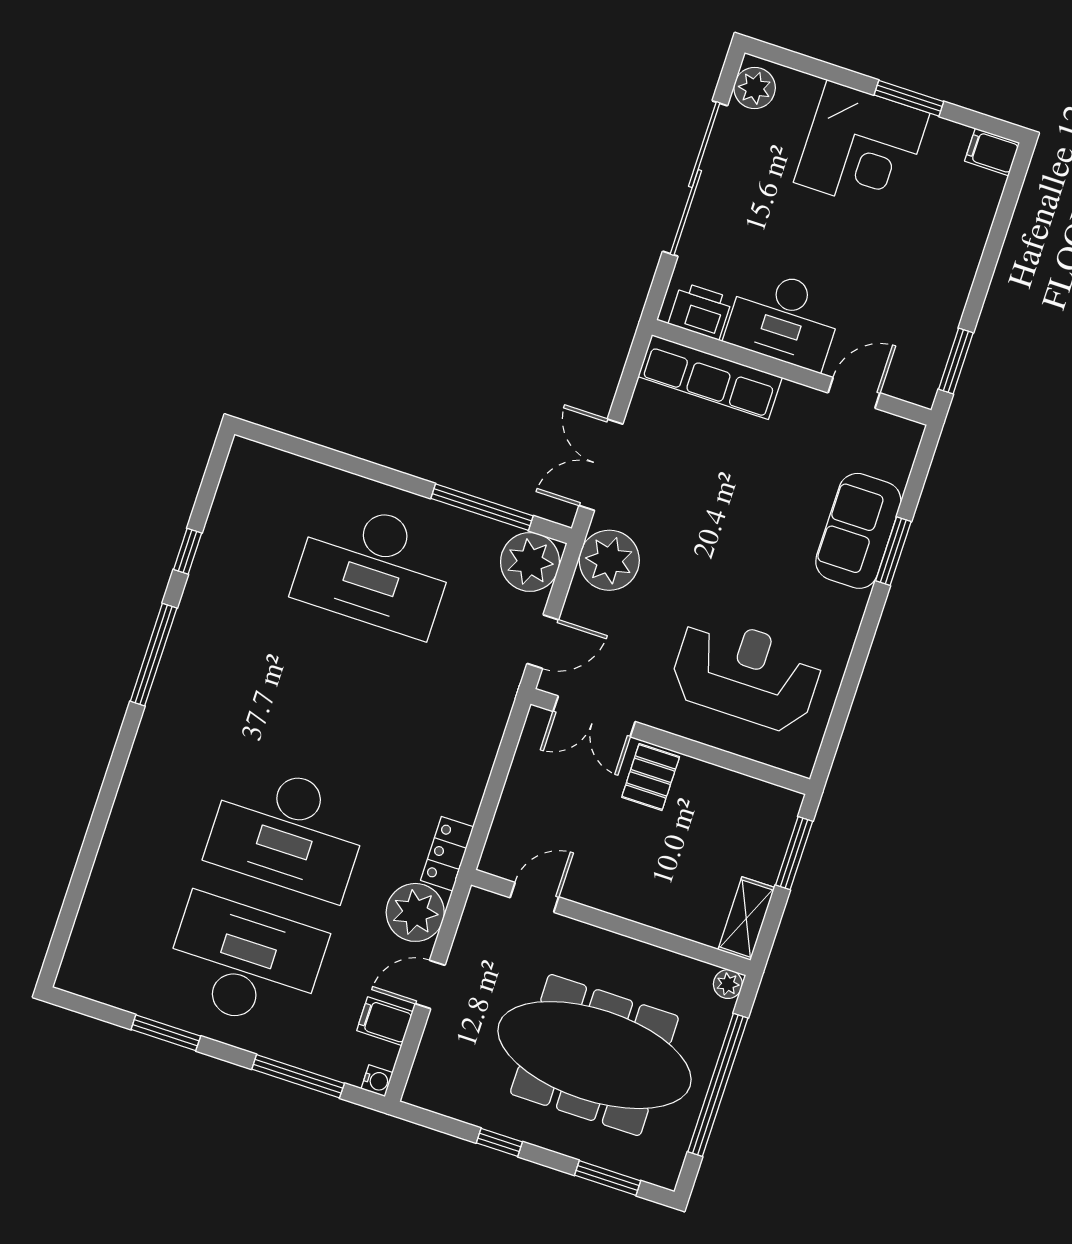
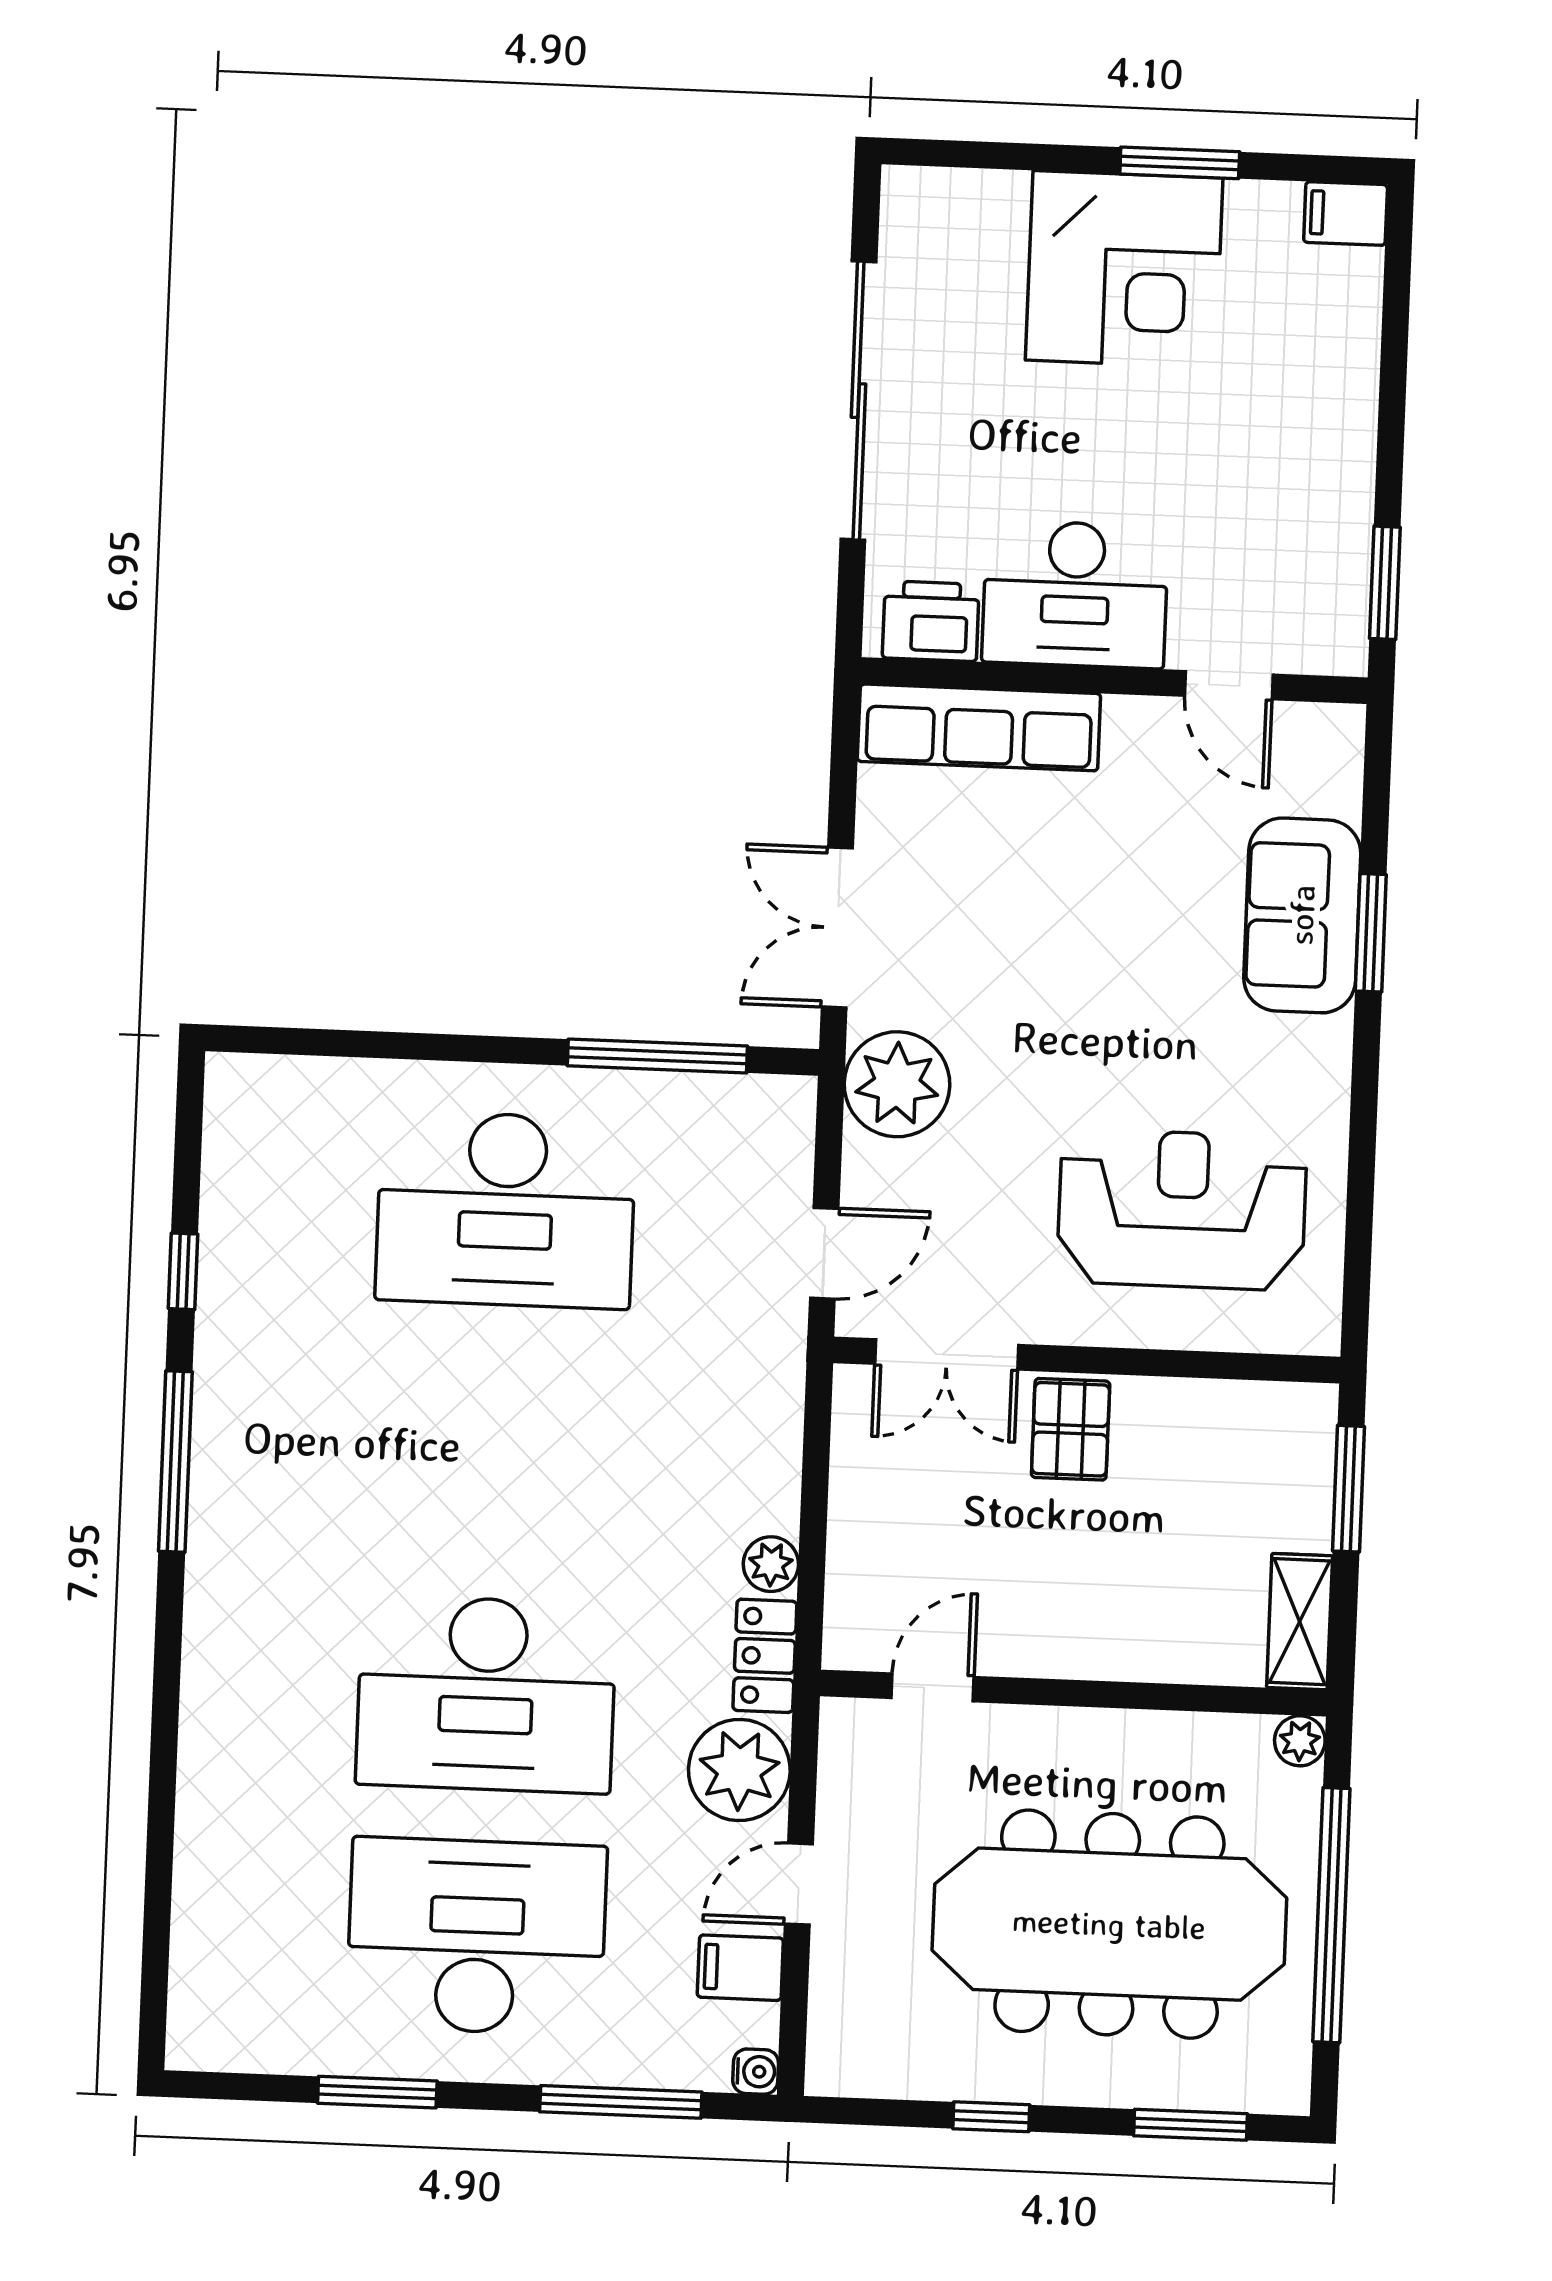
plant: (755, 88) -> (915, 220), removed
door: (854, 393) -> (1229, 685), swing flipped
plant: (530, 562) -> (771, 1564), moved, width x0.53, depth x0.53

